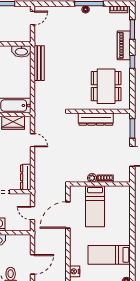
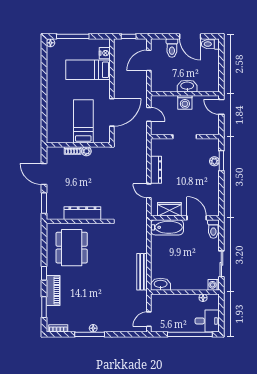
dresser: (26, 177) -> (156, 170), moved
bed: (109, 255) -> (88, 70), moved, turned 180

